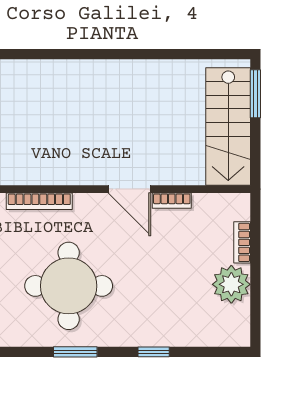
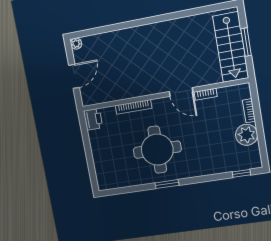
window: (255, 94) -> (246, 42), moved
window: (154, 352) -> (241, 173), moved

